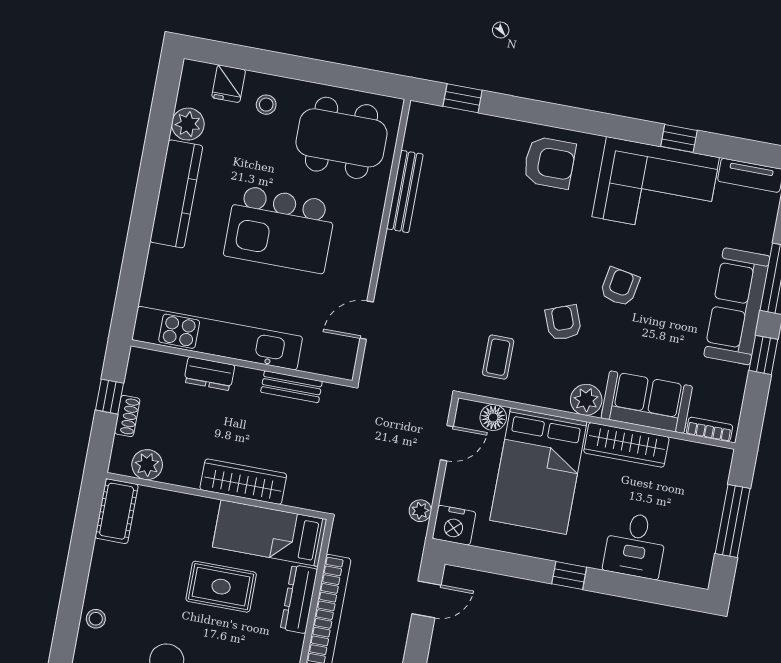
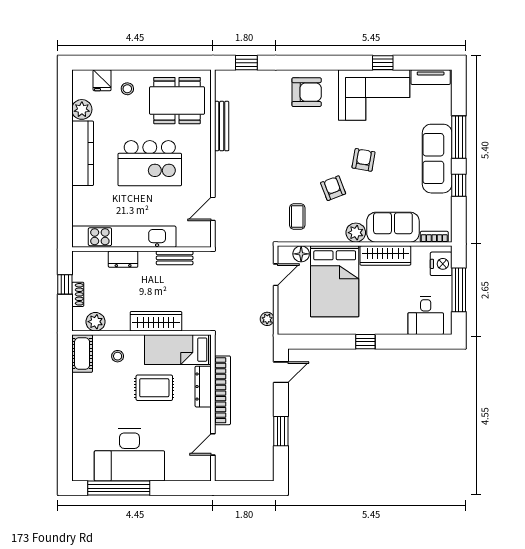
nightstand: (454, 525) -> (441, 264), moved, turned -90
desk: (635, 545) -> (426, 316), moved
stool: (96, 619) -> (118, 356), moved

